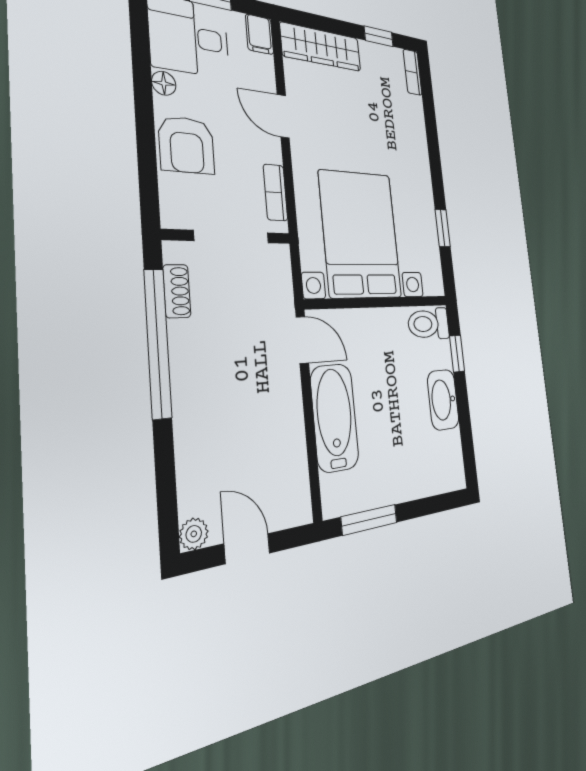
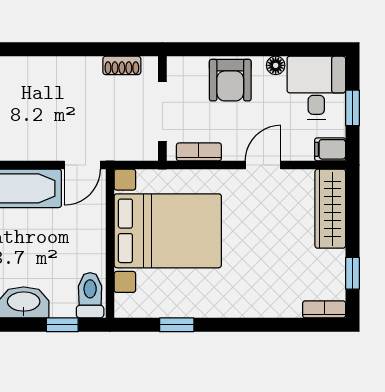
armchair: (187, 145) -> (230, 80), turned -90
window: (158, 343) -> (86, 49), removed

